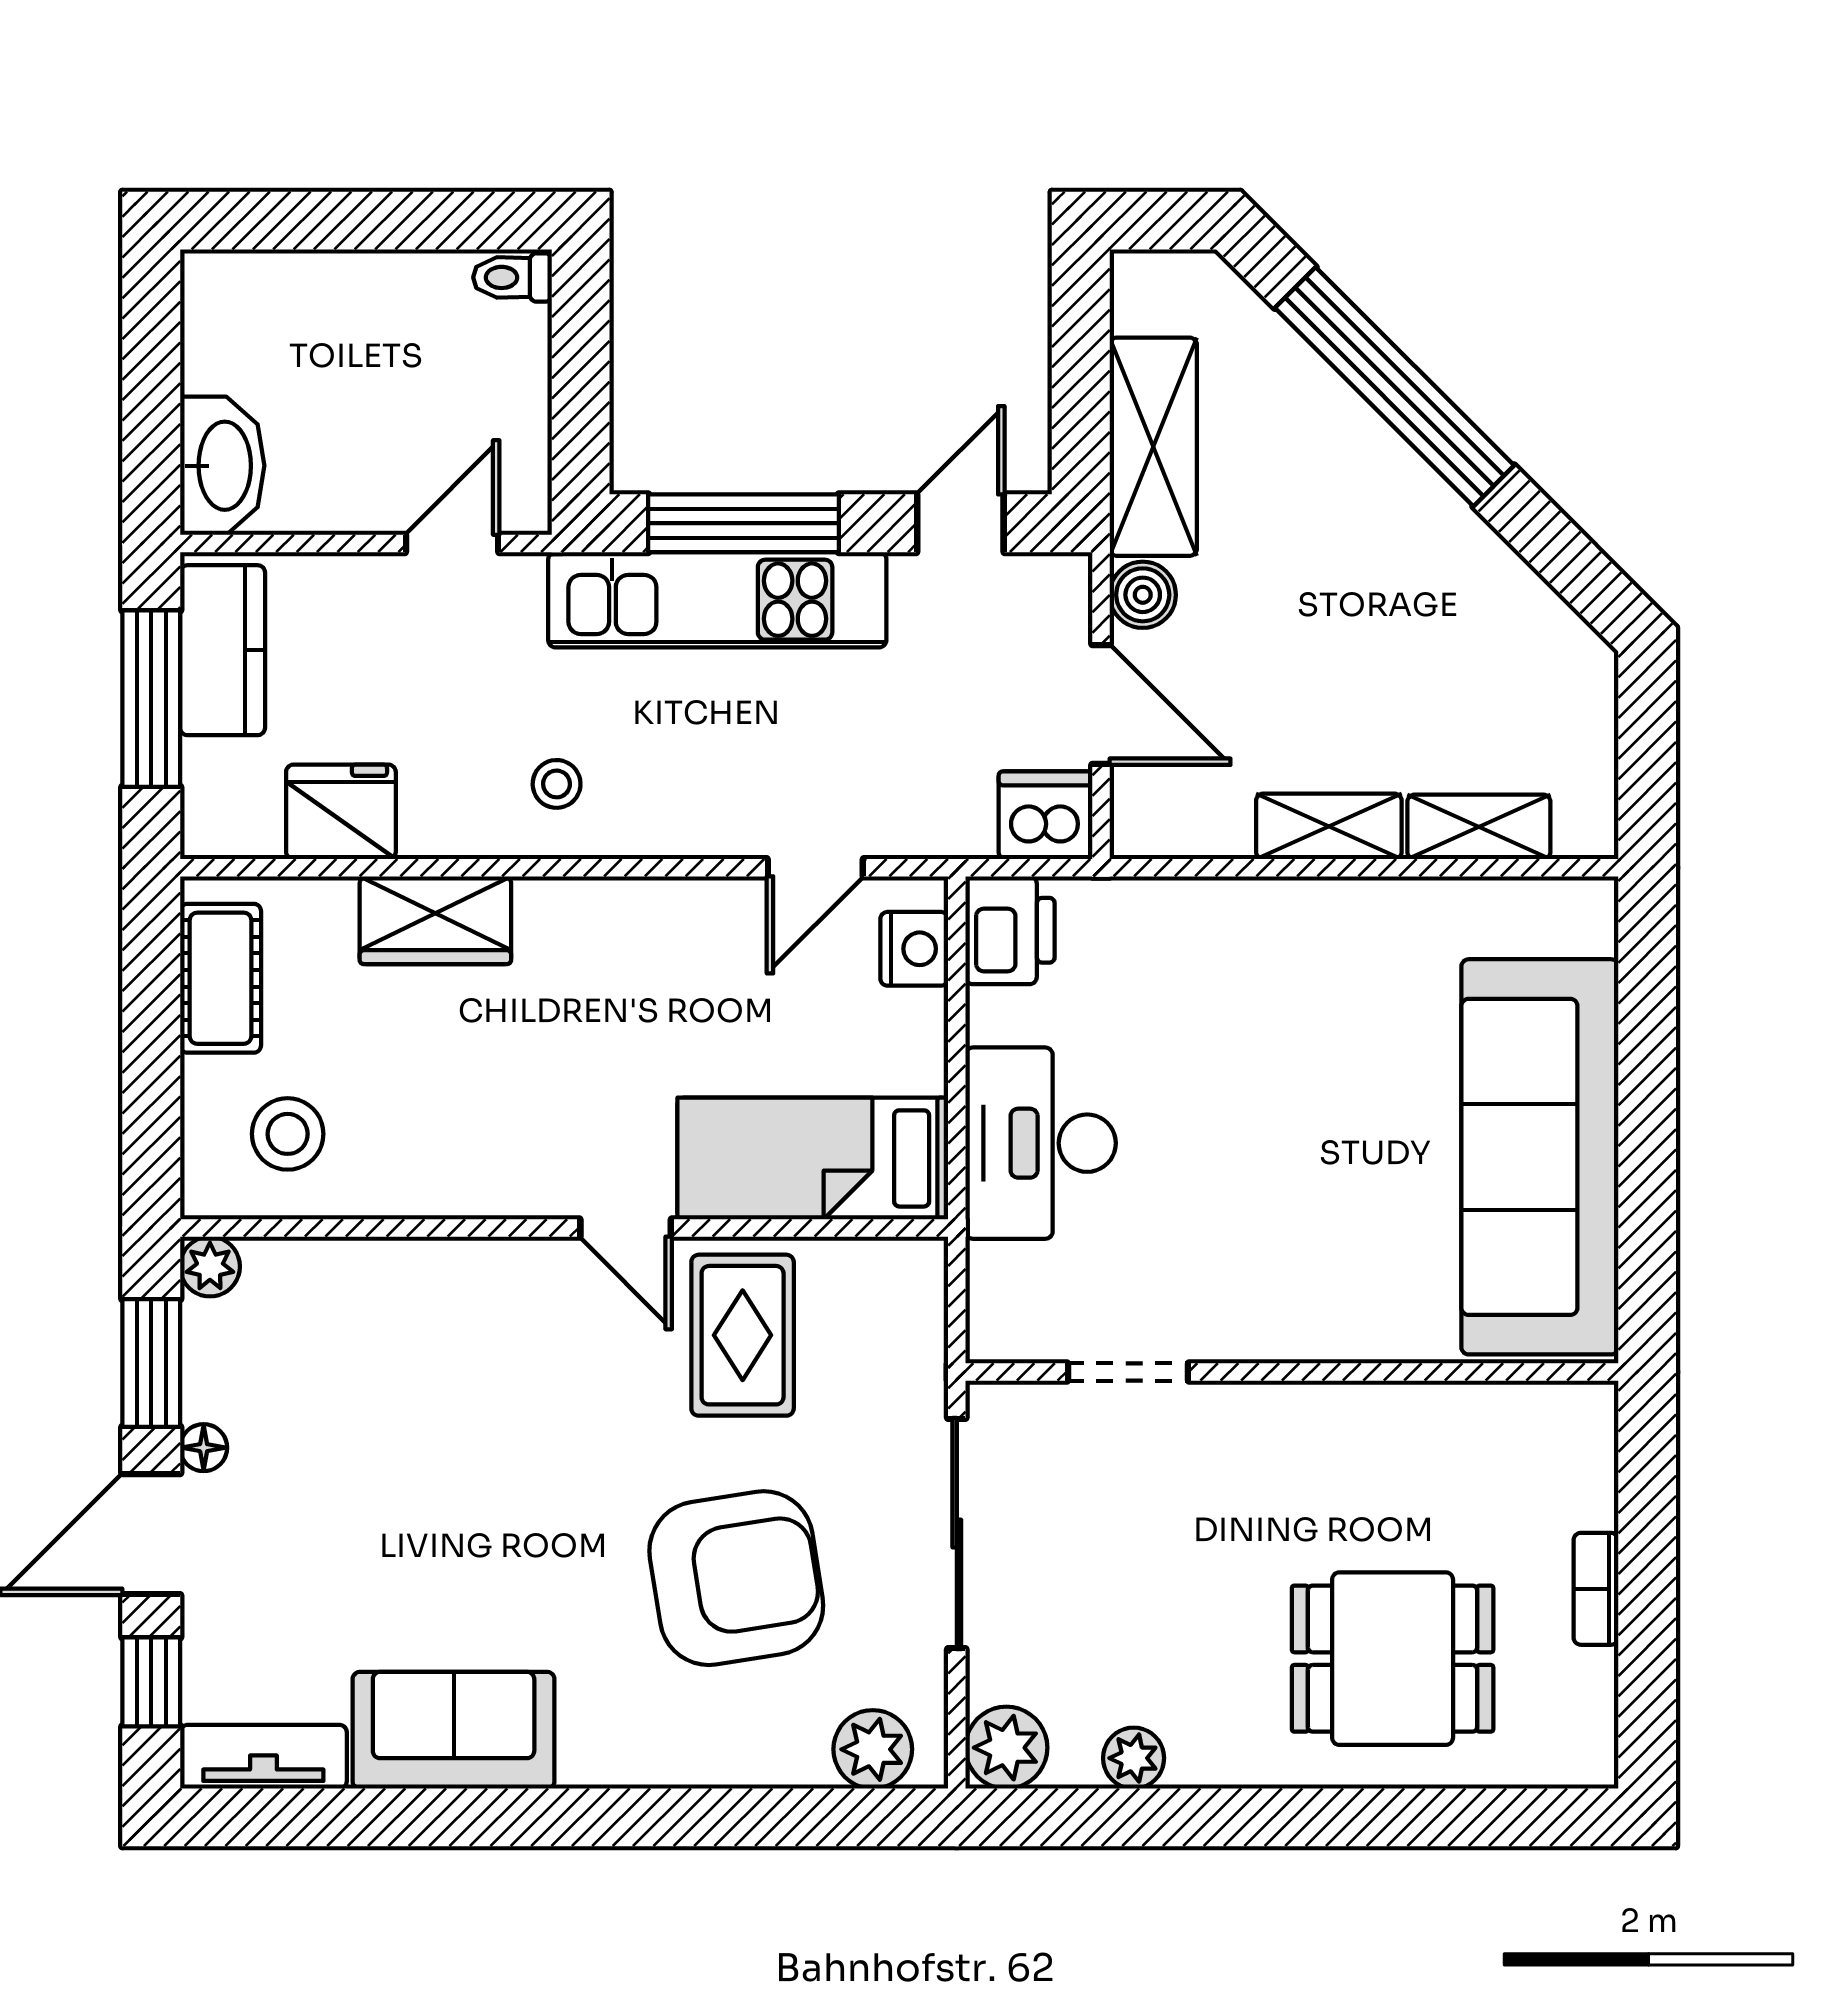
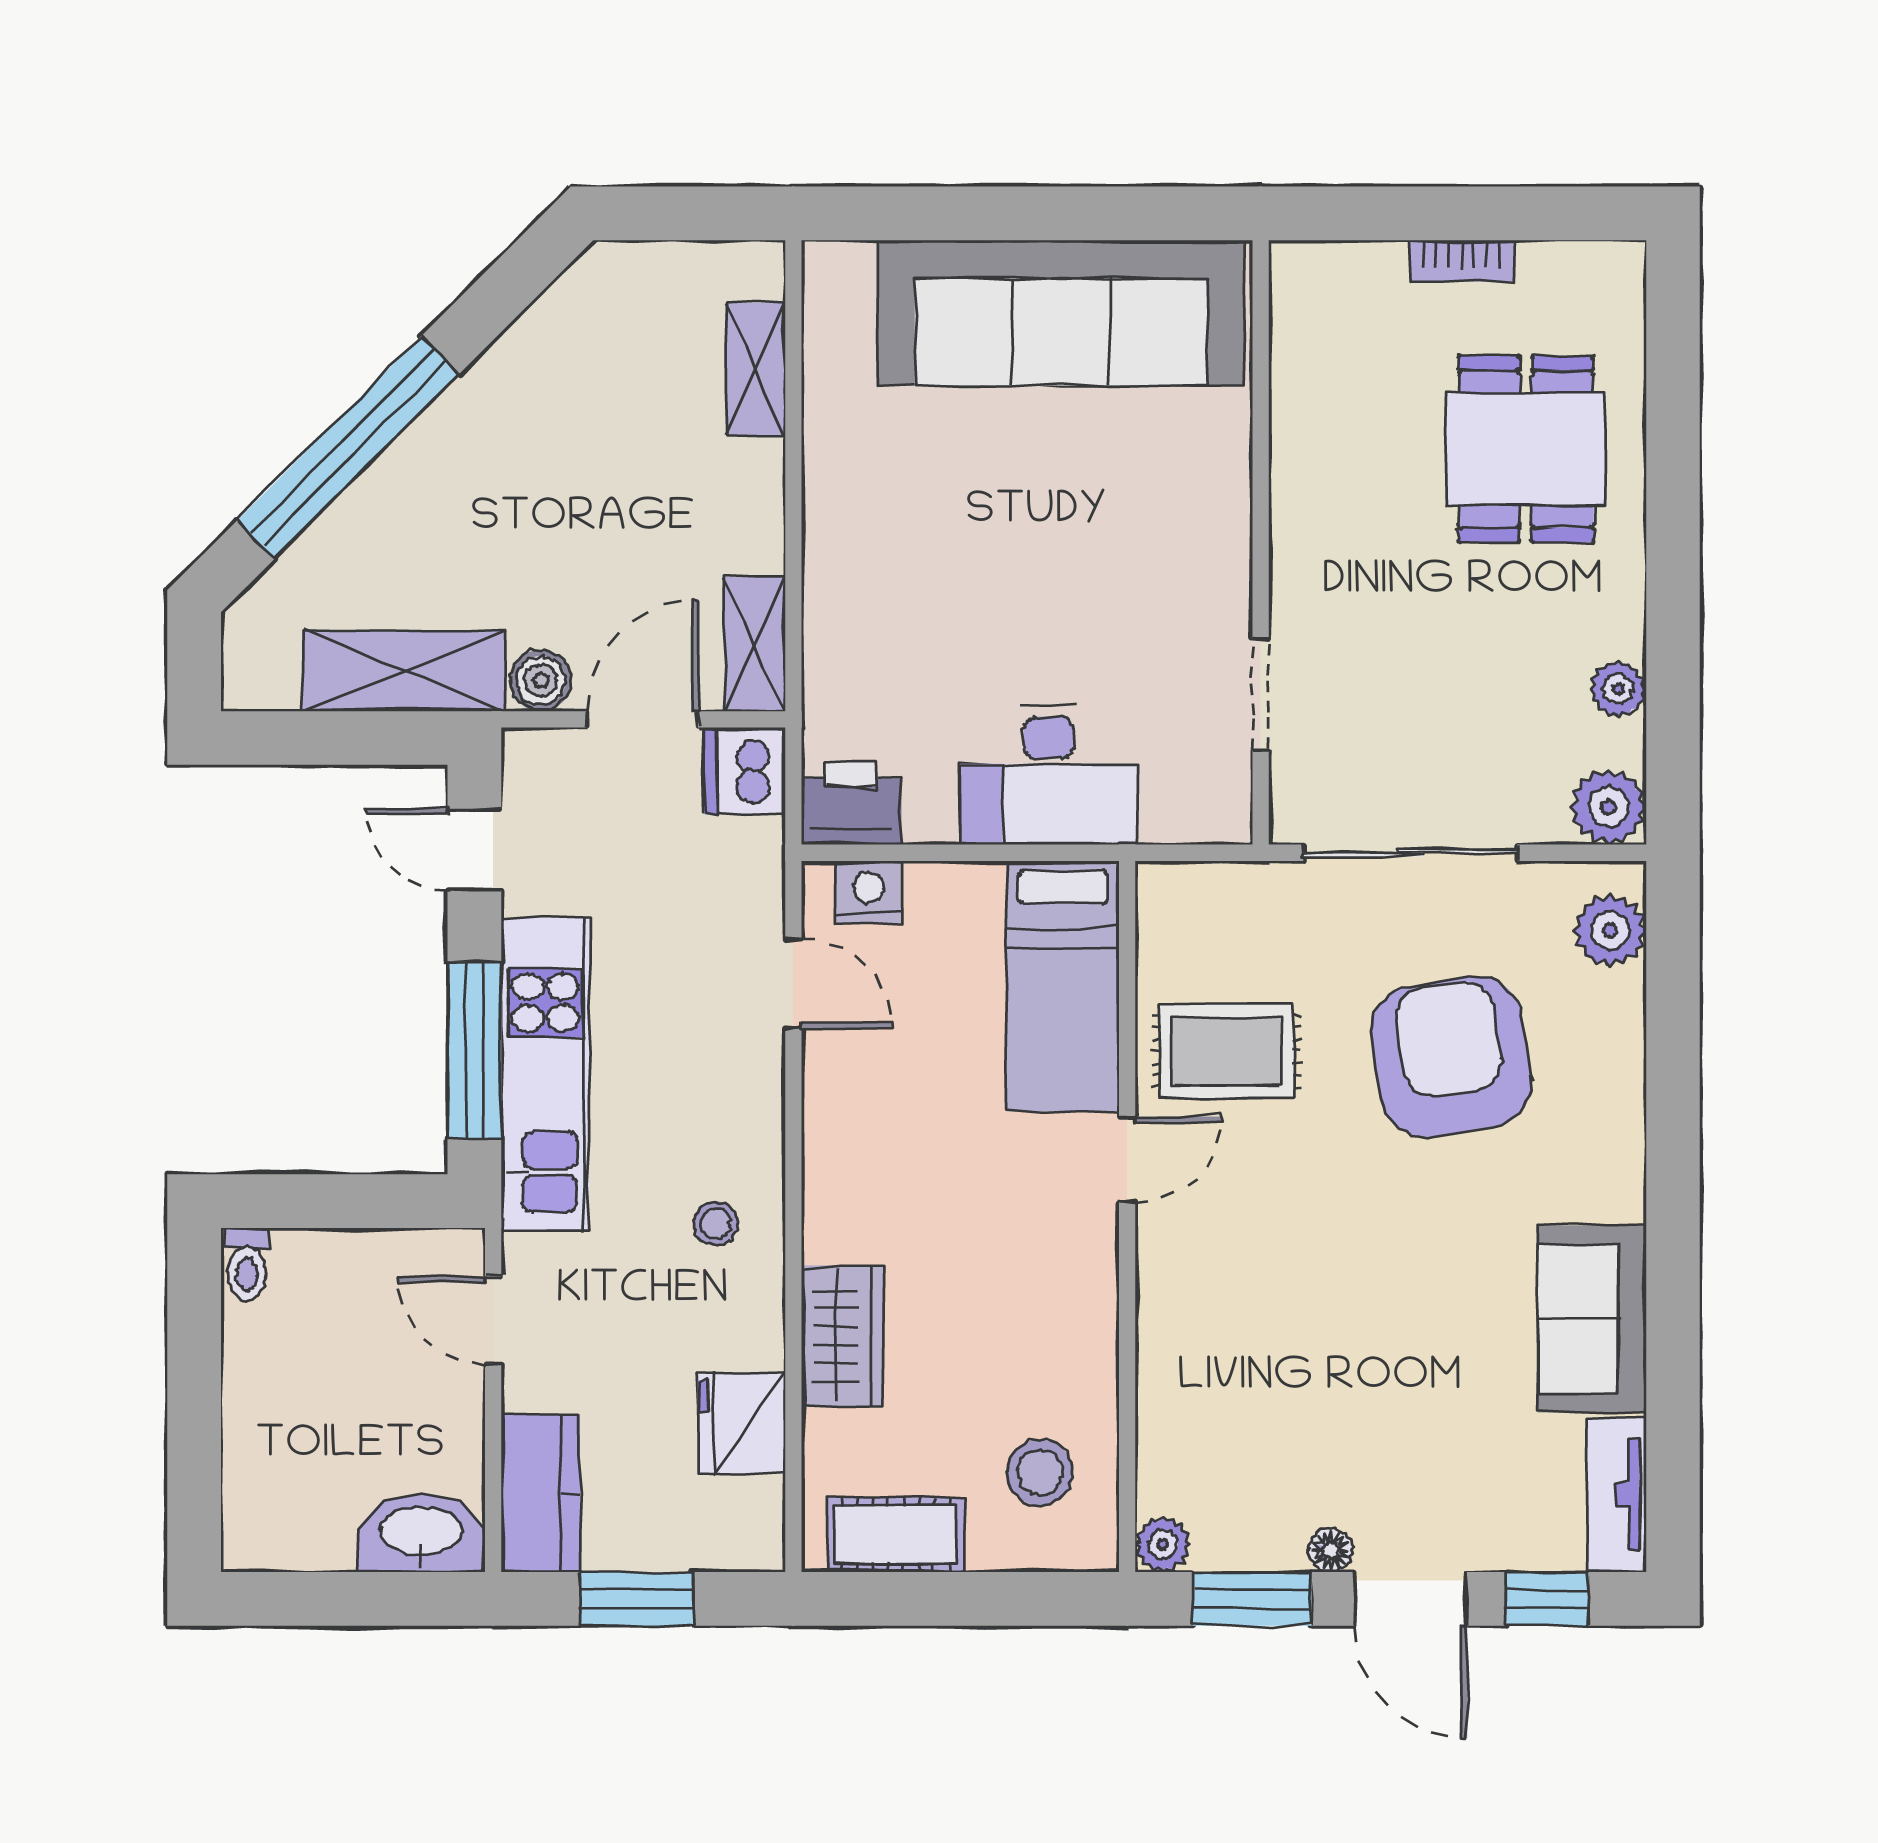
kitchen counter: (223, 650) -> (540, 1493), moved, turned 90
window: (151, 699) -> (637, 1599), width x0.69
shelving: (1329, 826) -> (755, 644), moved

